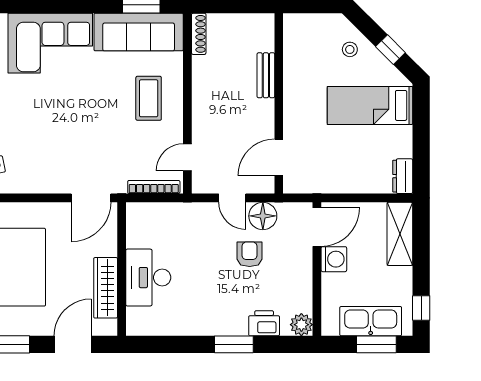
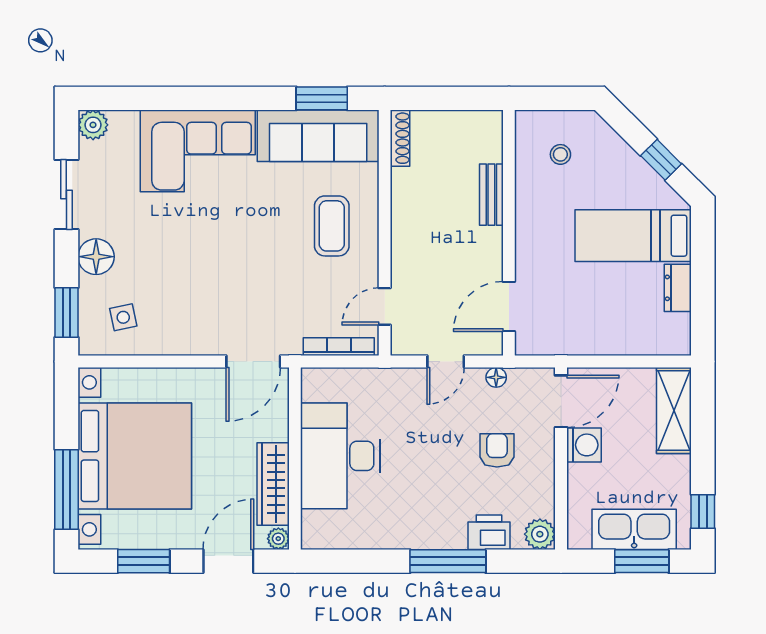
stool: (350, 49) -> (560, 154), moved
dresser: (403, 176) -> (678, 288), moved
door: (232, 198) -> (446, 362), hinge flipped
floor lamp: (263, 216) -> (496, 377), width x0.53, depth x0.53
armchair: (250, 254) -> (497, 450), moved
desk: (148, 278) -> (340, 456), width x1.36, depth x1.30
plant: (109, 328) -> (278, 539), added
window: (234, 344) -> (448, 561), width x1.44

